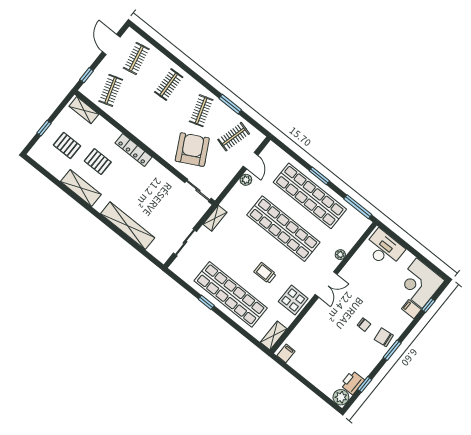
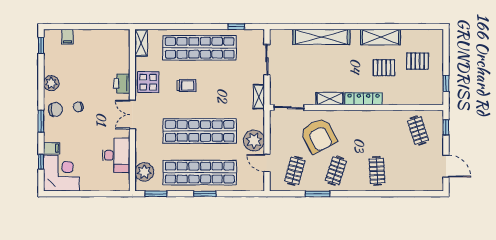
clothes rail: (136, 58) -> (418, 171), removed
shelving: (84, 110) -> (330, 99), moved
clothes rail: (201, 111) -> (336, 171), turned 36
window: (44, 128) -> (446, 83), moved
plant: (246, 180) -> (254, 140), width x1.88, depth x1.88
window: (358, 207) -> (156, 194), width x0.69
desk: (384, 249) -> (116, 155), moved, turned -90
plant: (340, 255) -> (144, 172), moved, width x1.88, depth x1.88
window: (206, 302) -> (236, 27), moved
window: (392, 350) -> (41, 121), moved
filing cabinet: (286, 353) -> (67, 37), moved
printer: (352, 383) -> (122, 83), moved, turned 180
window: (365, 384) -> (41, 45), moved
plant: (341, 397) -> (51, 83), moved

